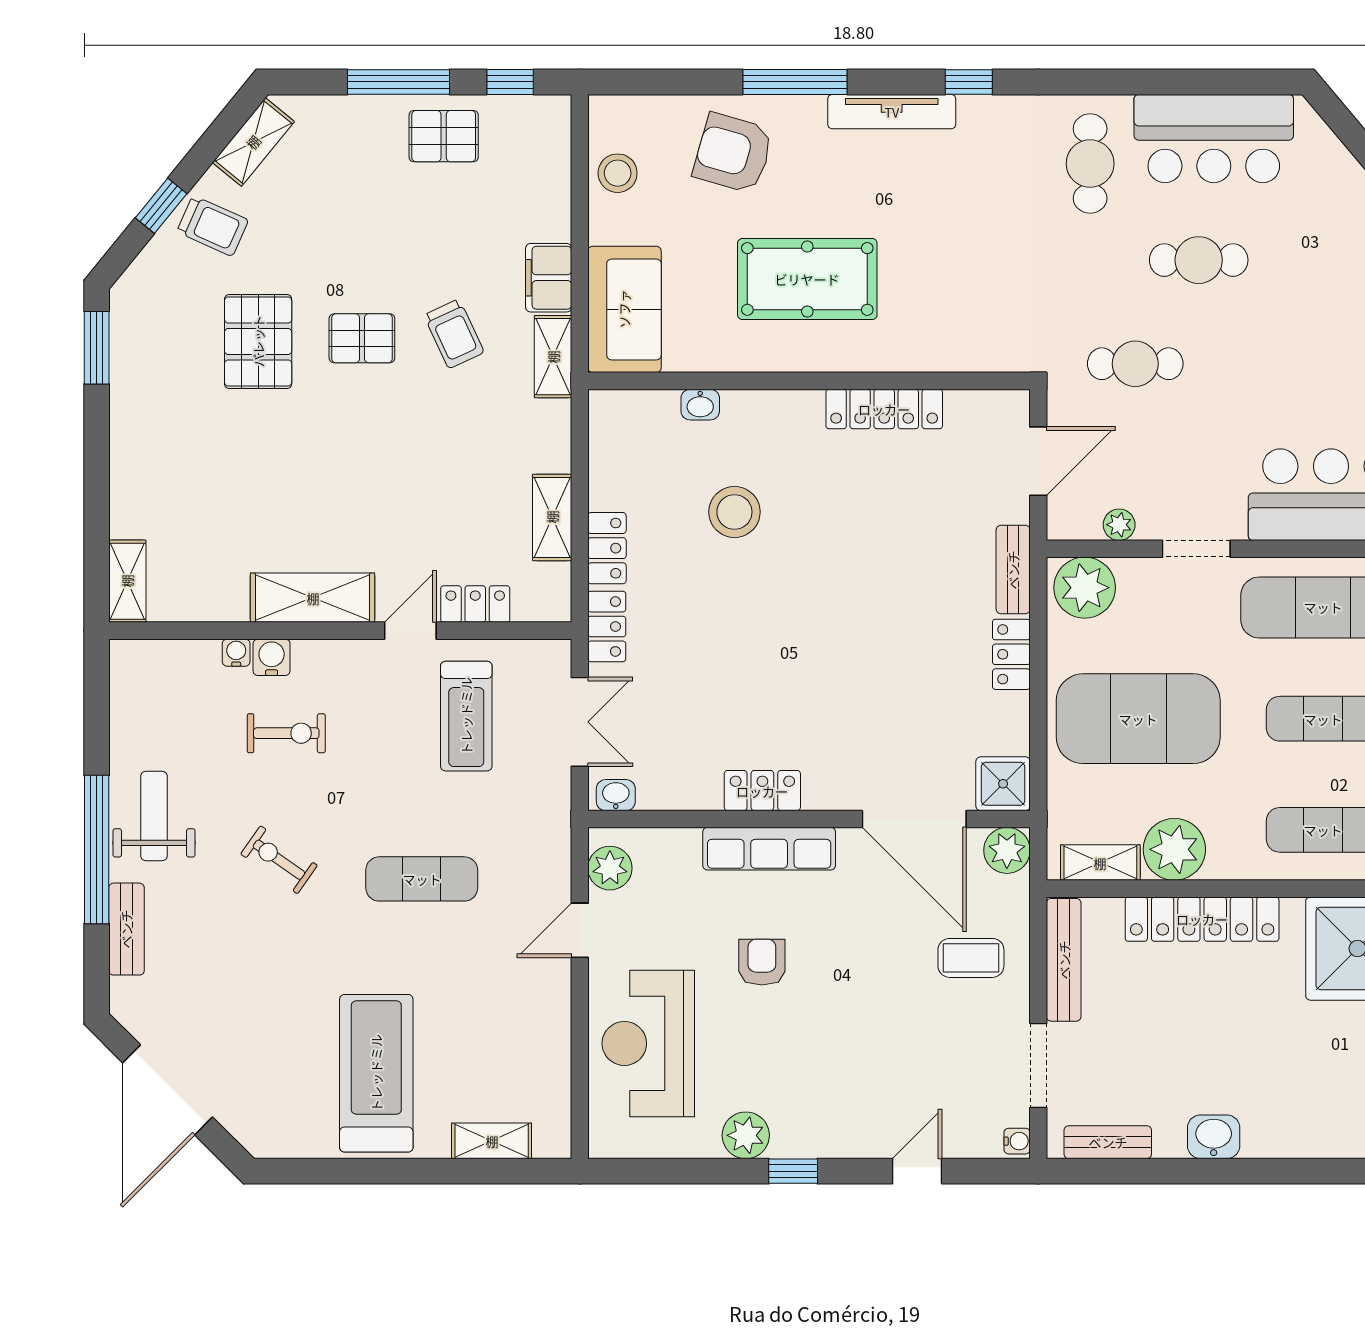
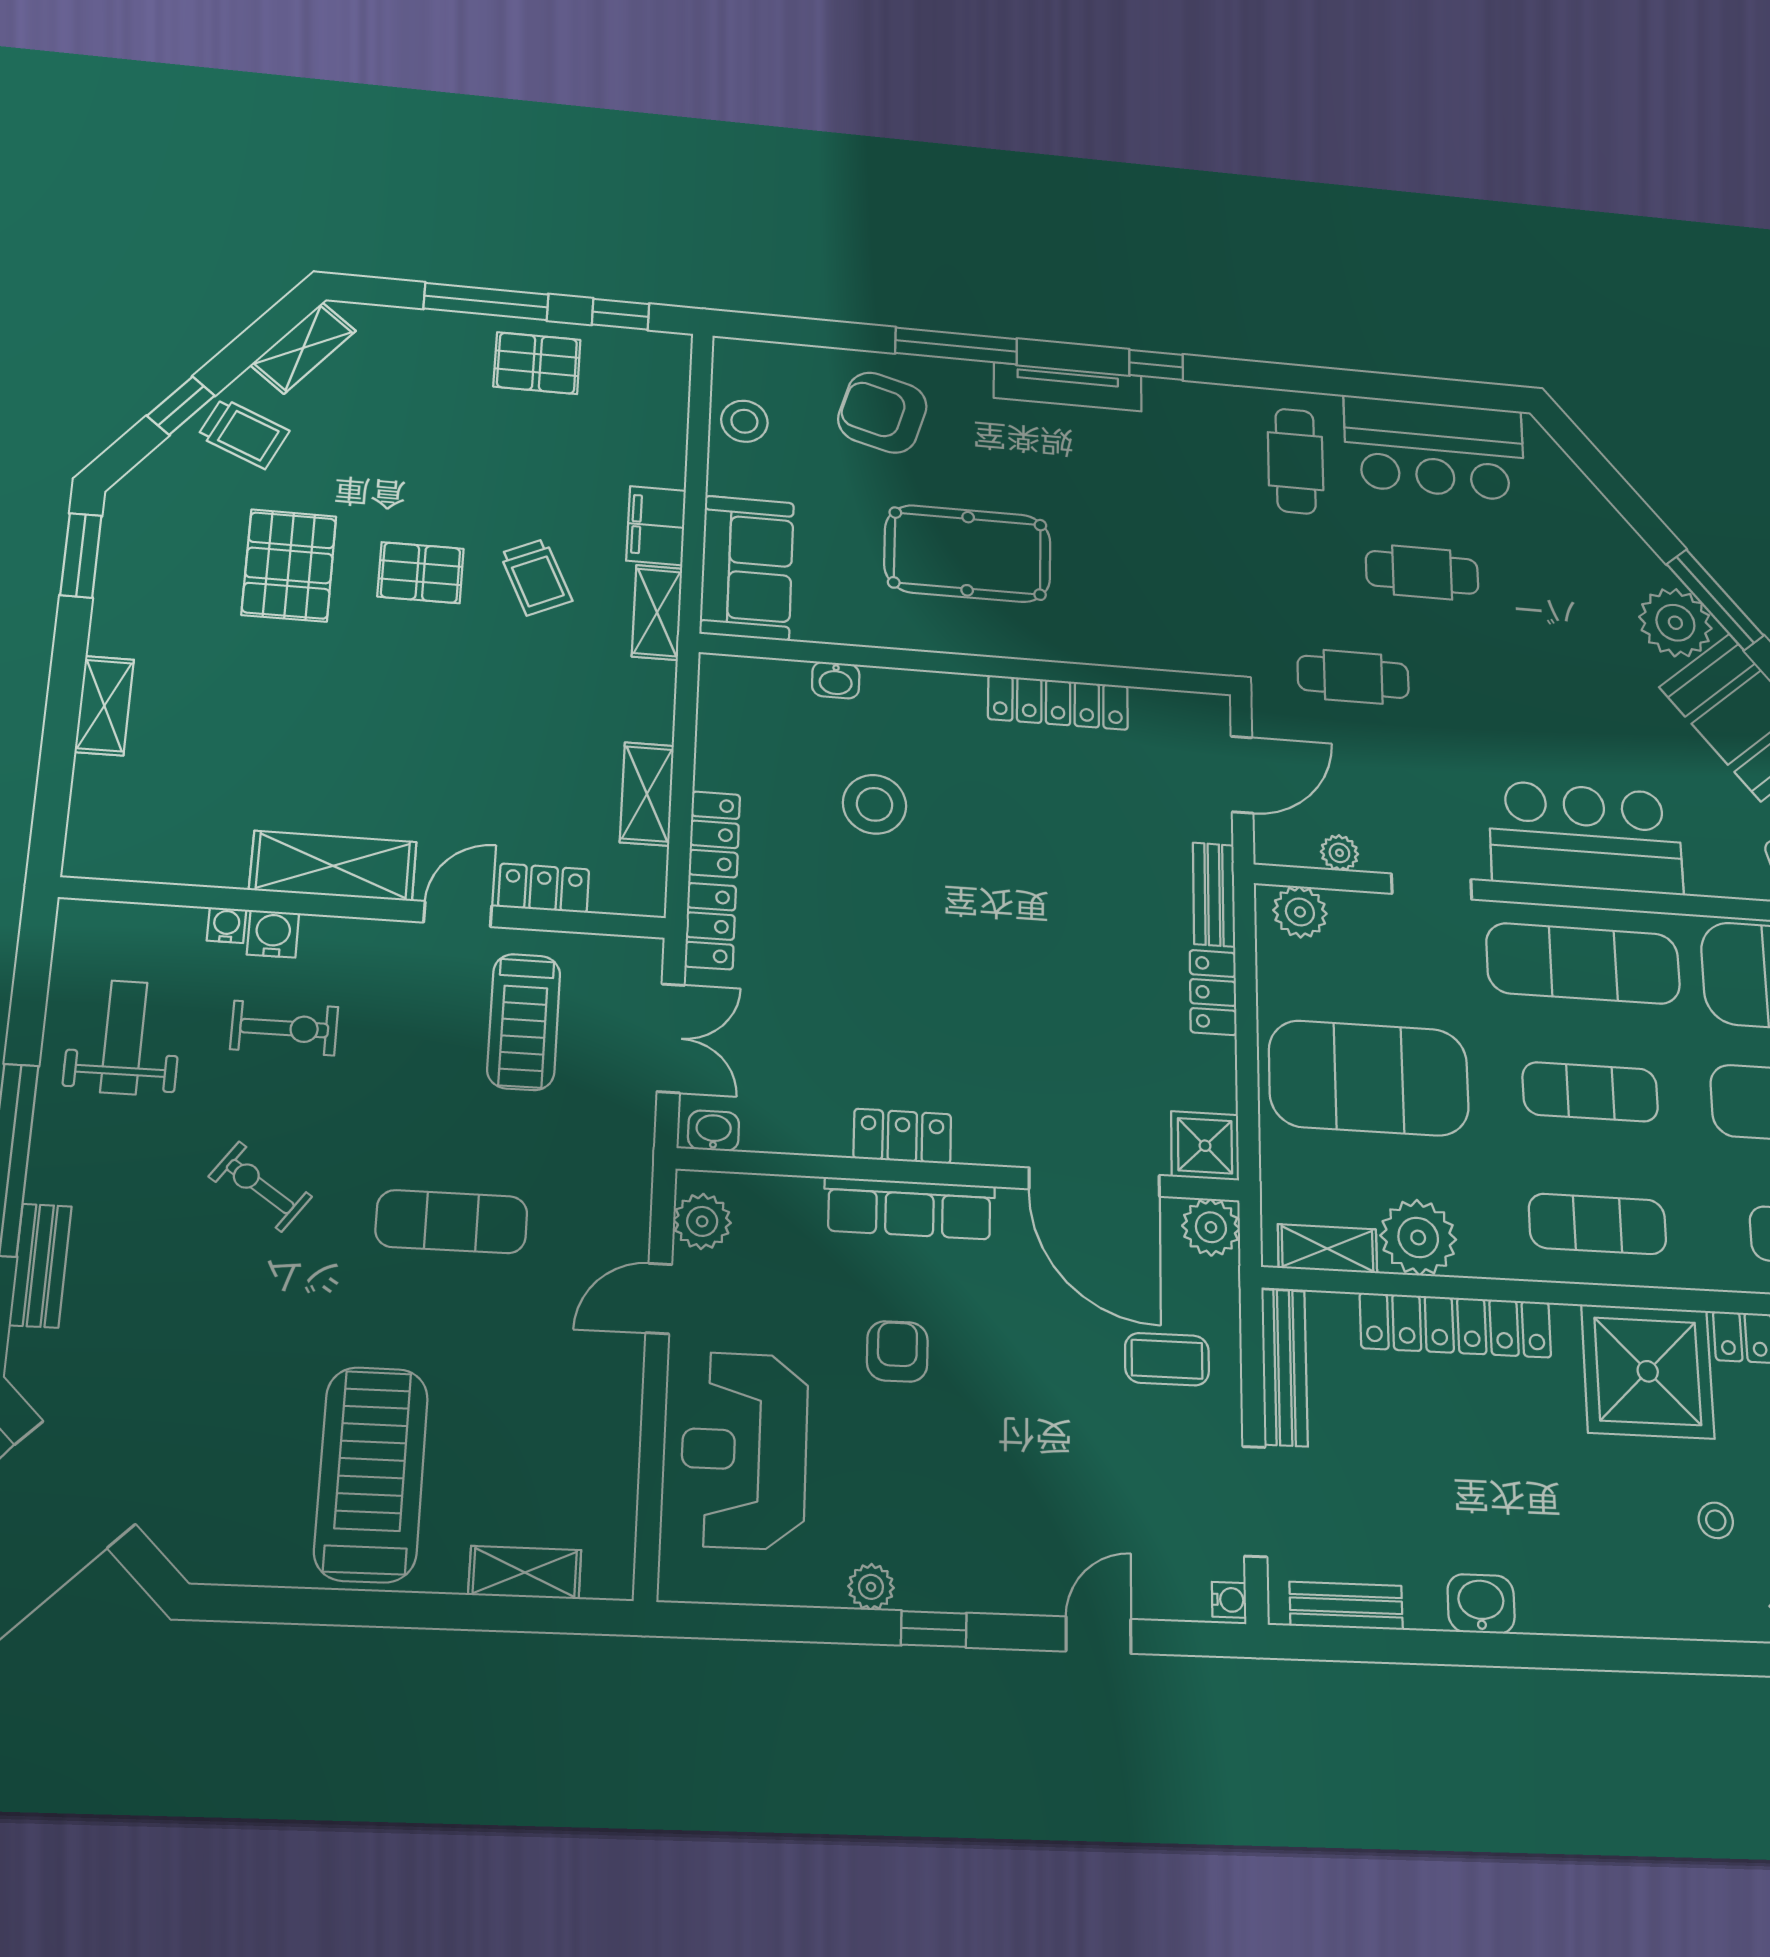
shelving: (127, 581) -> (104, 706), moved
plant: (1085, 588) -> (1300, 912), width x0.73, depth x0.73
weight bench: (154, 816) -> (124, 1037), moved
plant: (746, 1135) -> (871, 1587), width x0.73, depth x0.73

